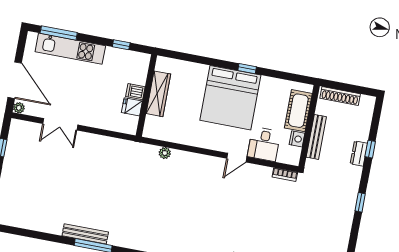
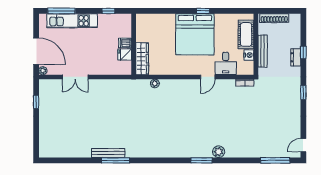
wardrobe: (158, 94) -> (142, 59), moved

